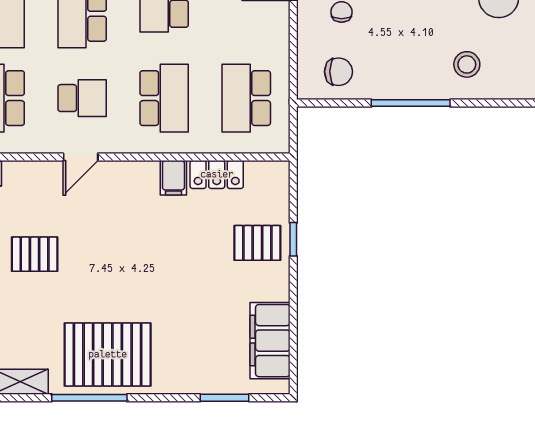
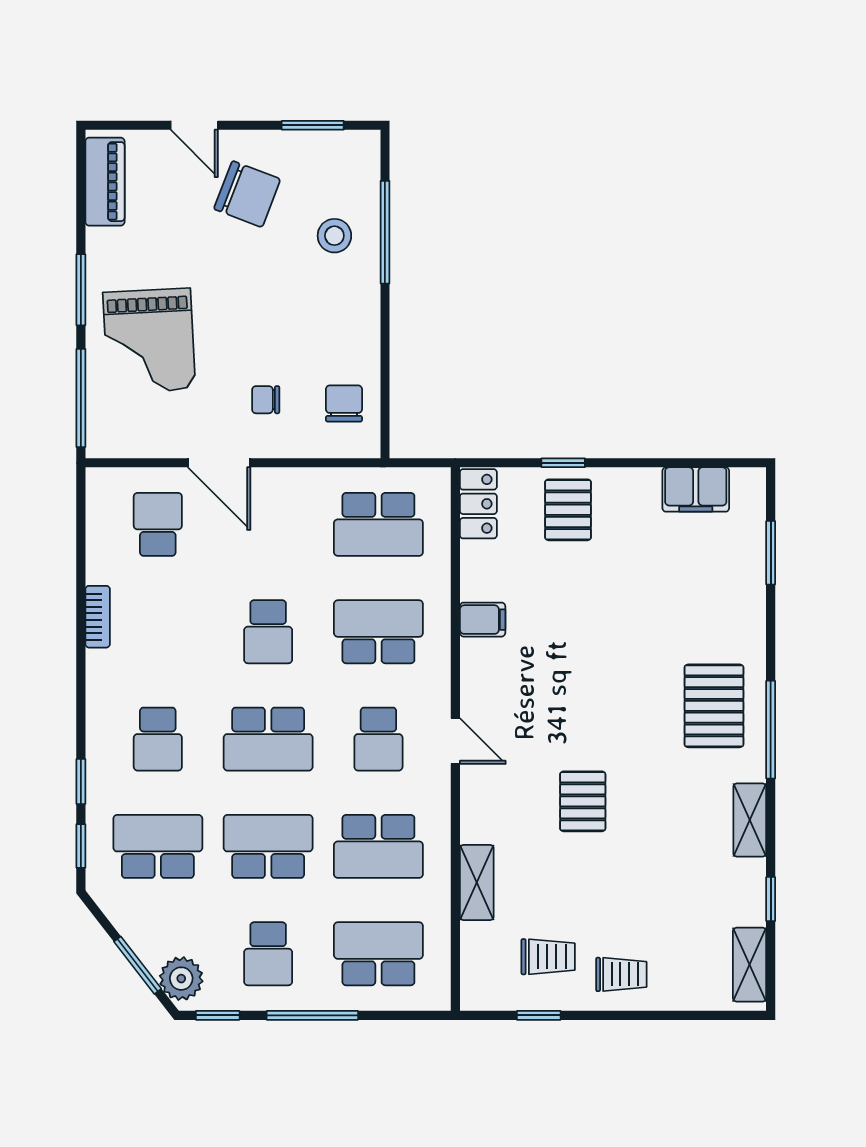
school desk: (82, 98) -> (378, 739), turned 180
window: (411, 103) -> (385, 232), moved
locker: (217, 174) -> (478, 504), moved
filing cabinet: (270, 341) -> (696, 489), width x0.67, depth x0.86
pallet: (108, 354) -> (714, 706), width x0.73, depth x0.71

